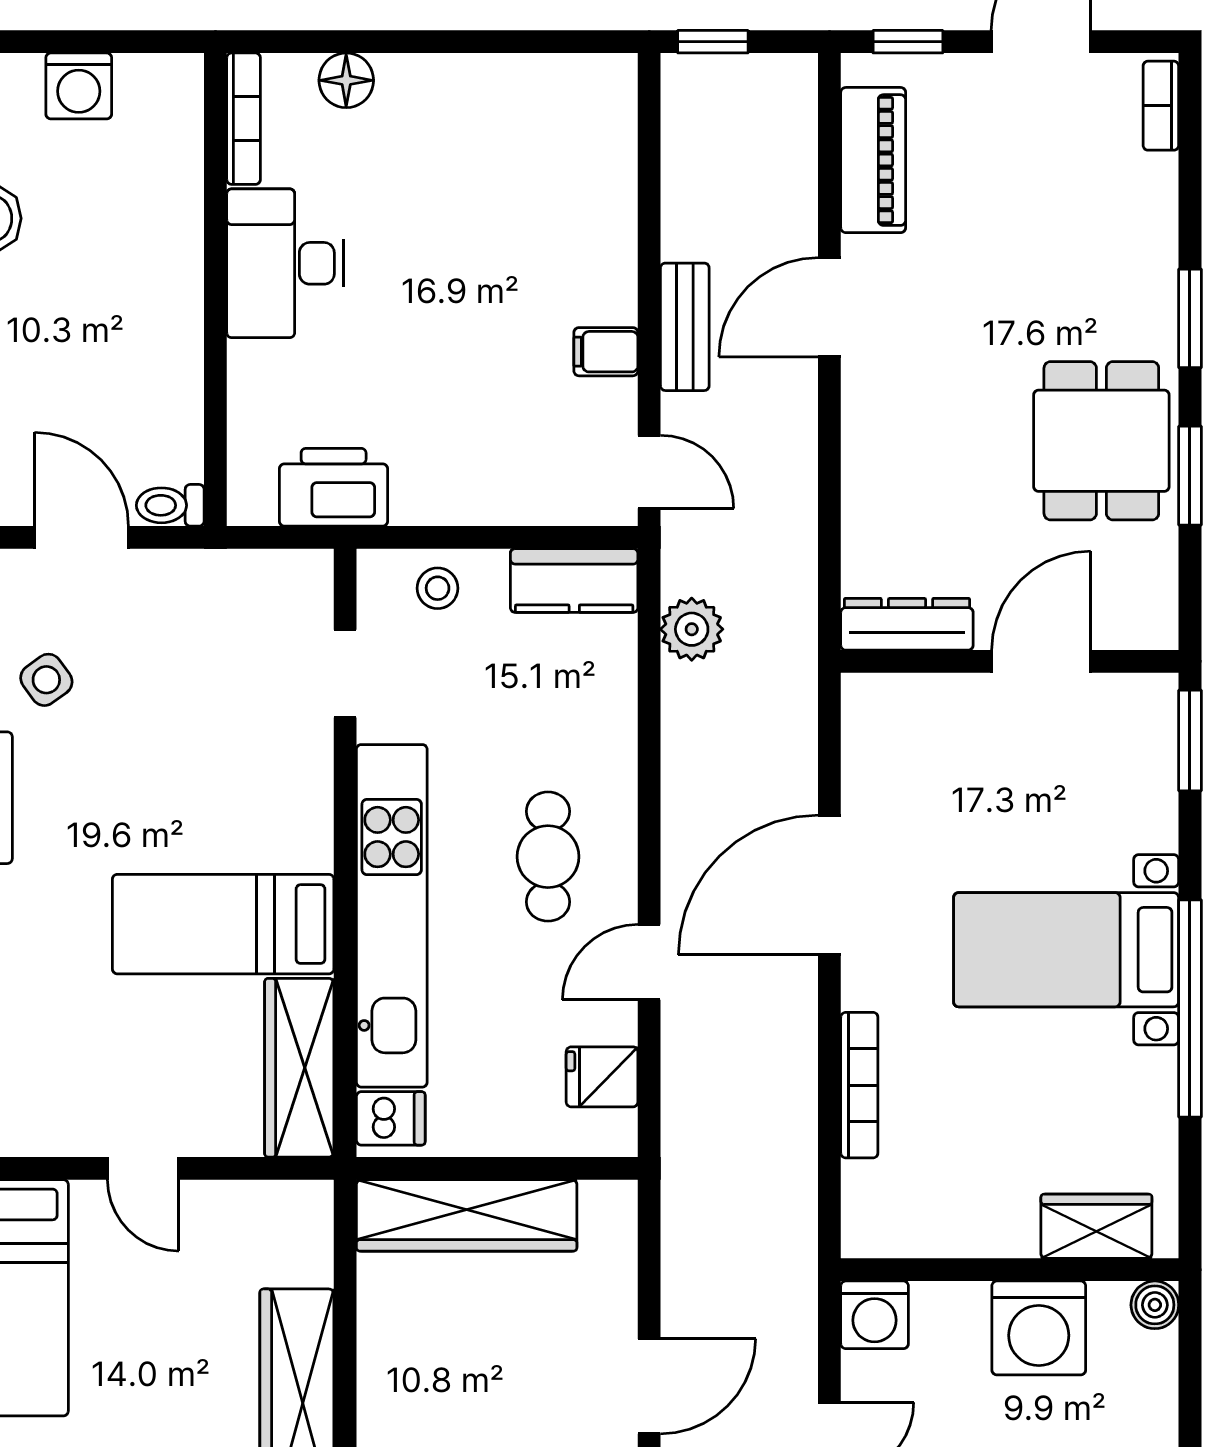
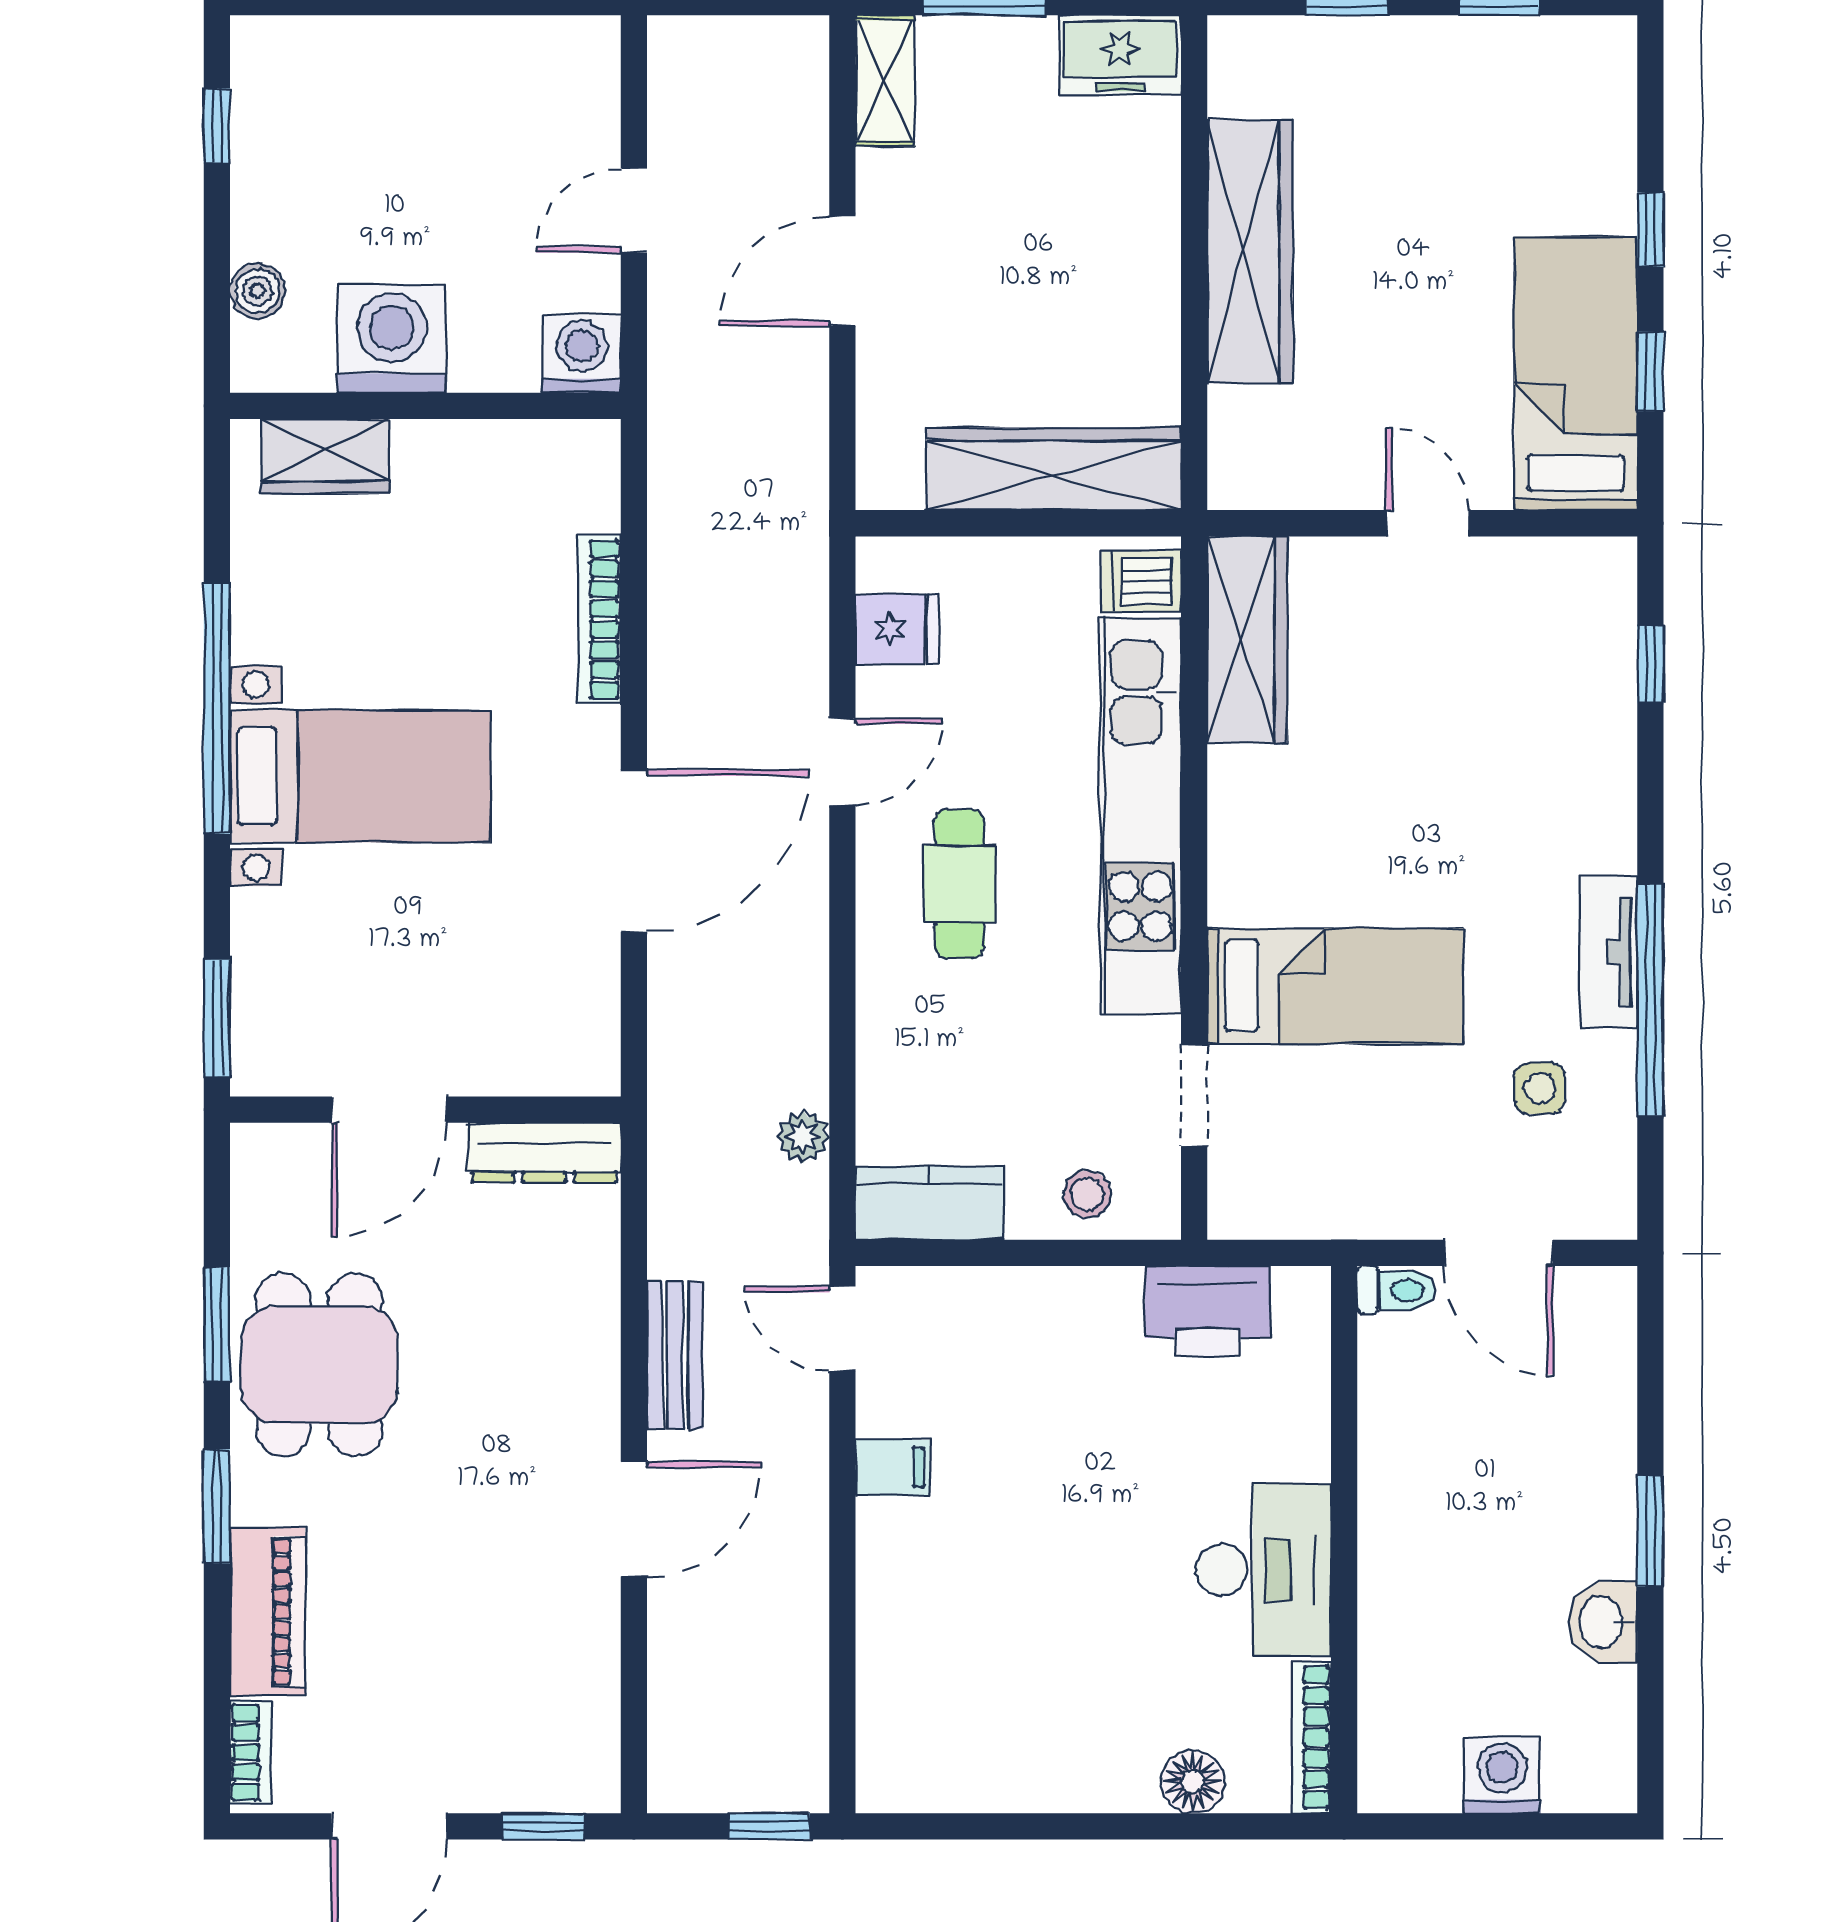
piano: (873, 160) -> (267, 1612), moved, turned 180
bench: (685, 327) -> (675, 1355), moved
plant: (692, 629) -> (803, 1137), width x0.73, depth x0.73
side table: (46, 680) -> (1540, 1088), turned 36
bed: (223, 924) -> (1335, 986), moved
boiler: (1155, 1305) -> (258, 291), moved

